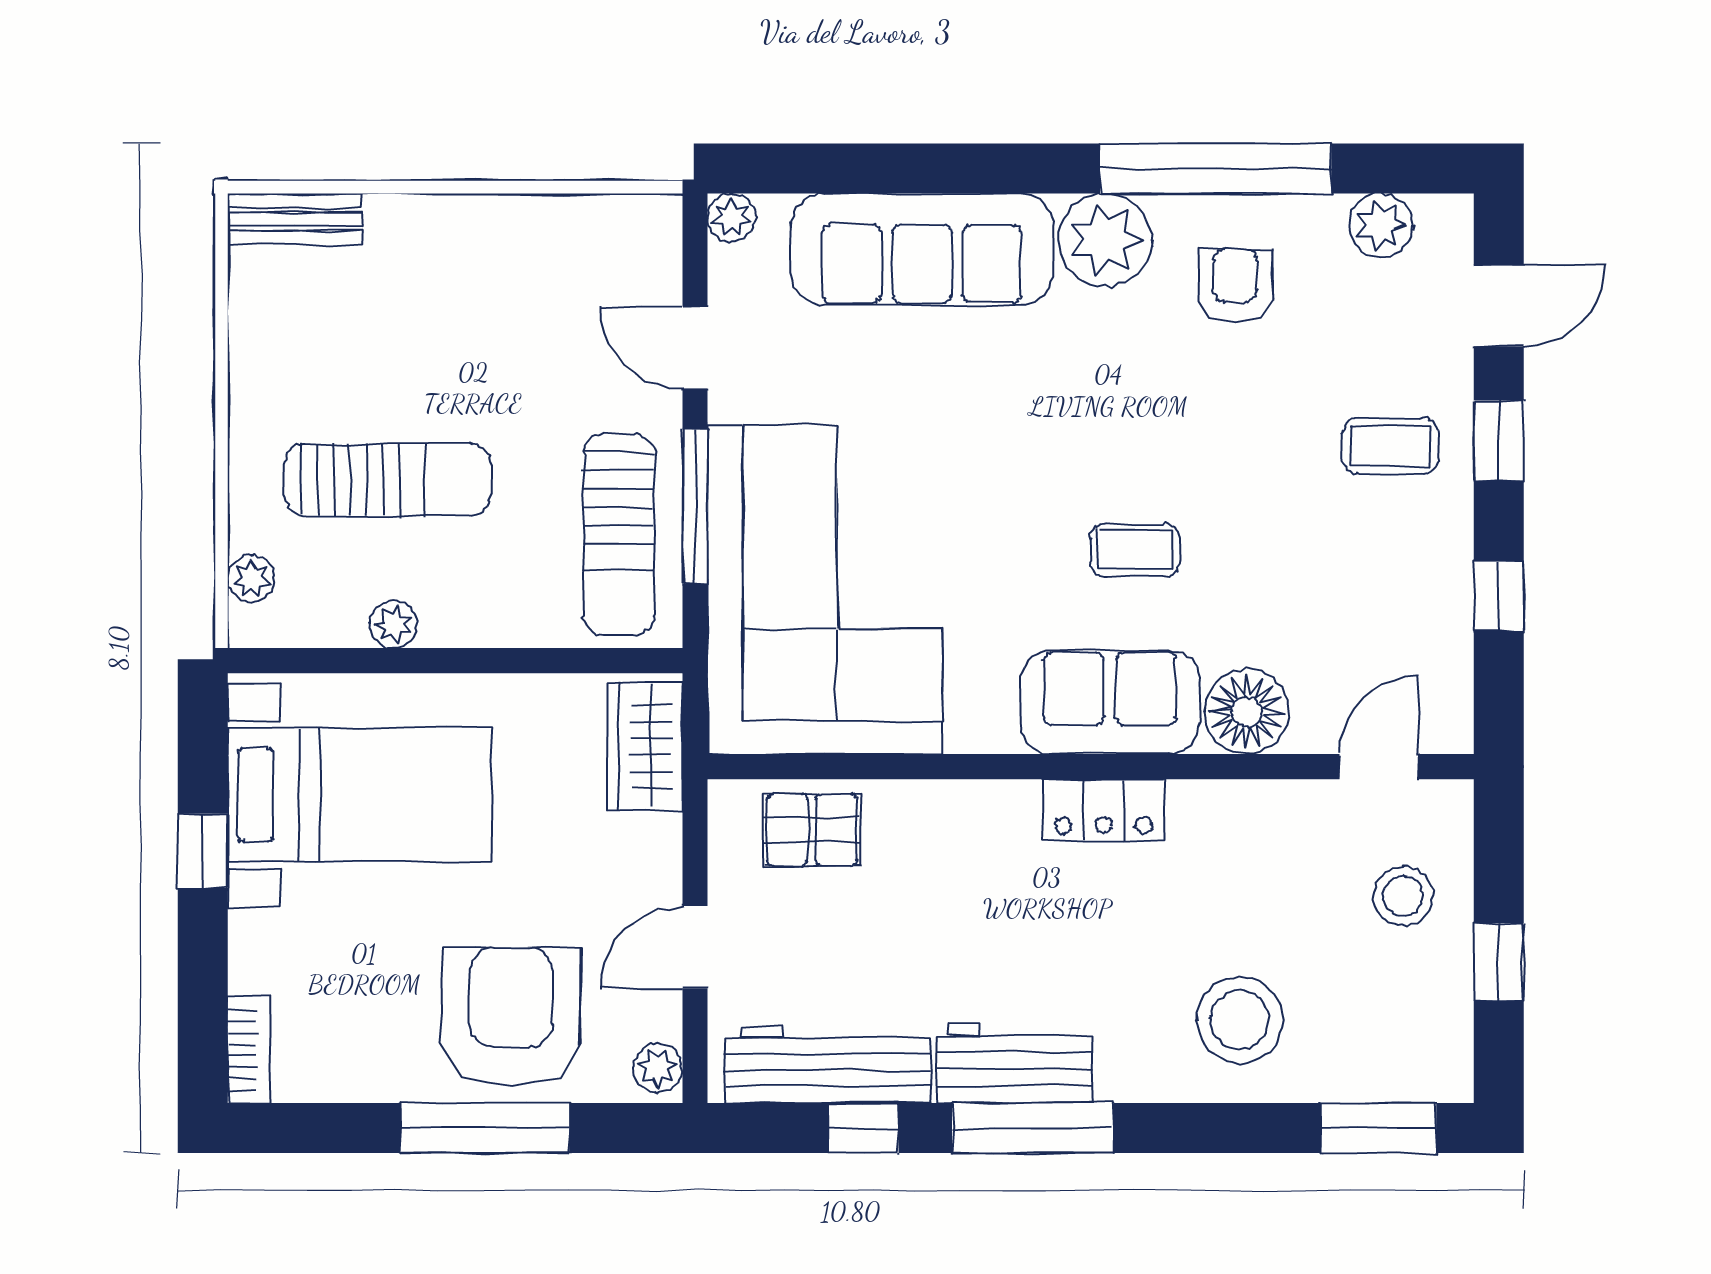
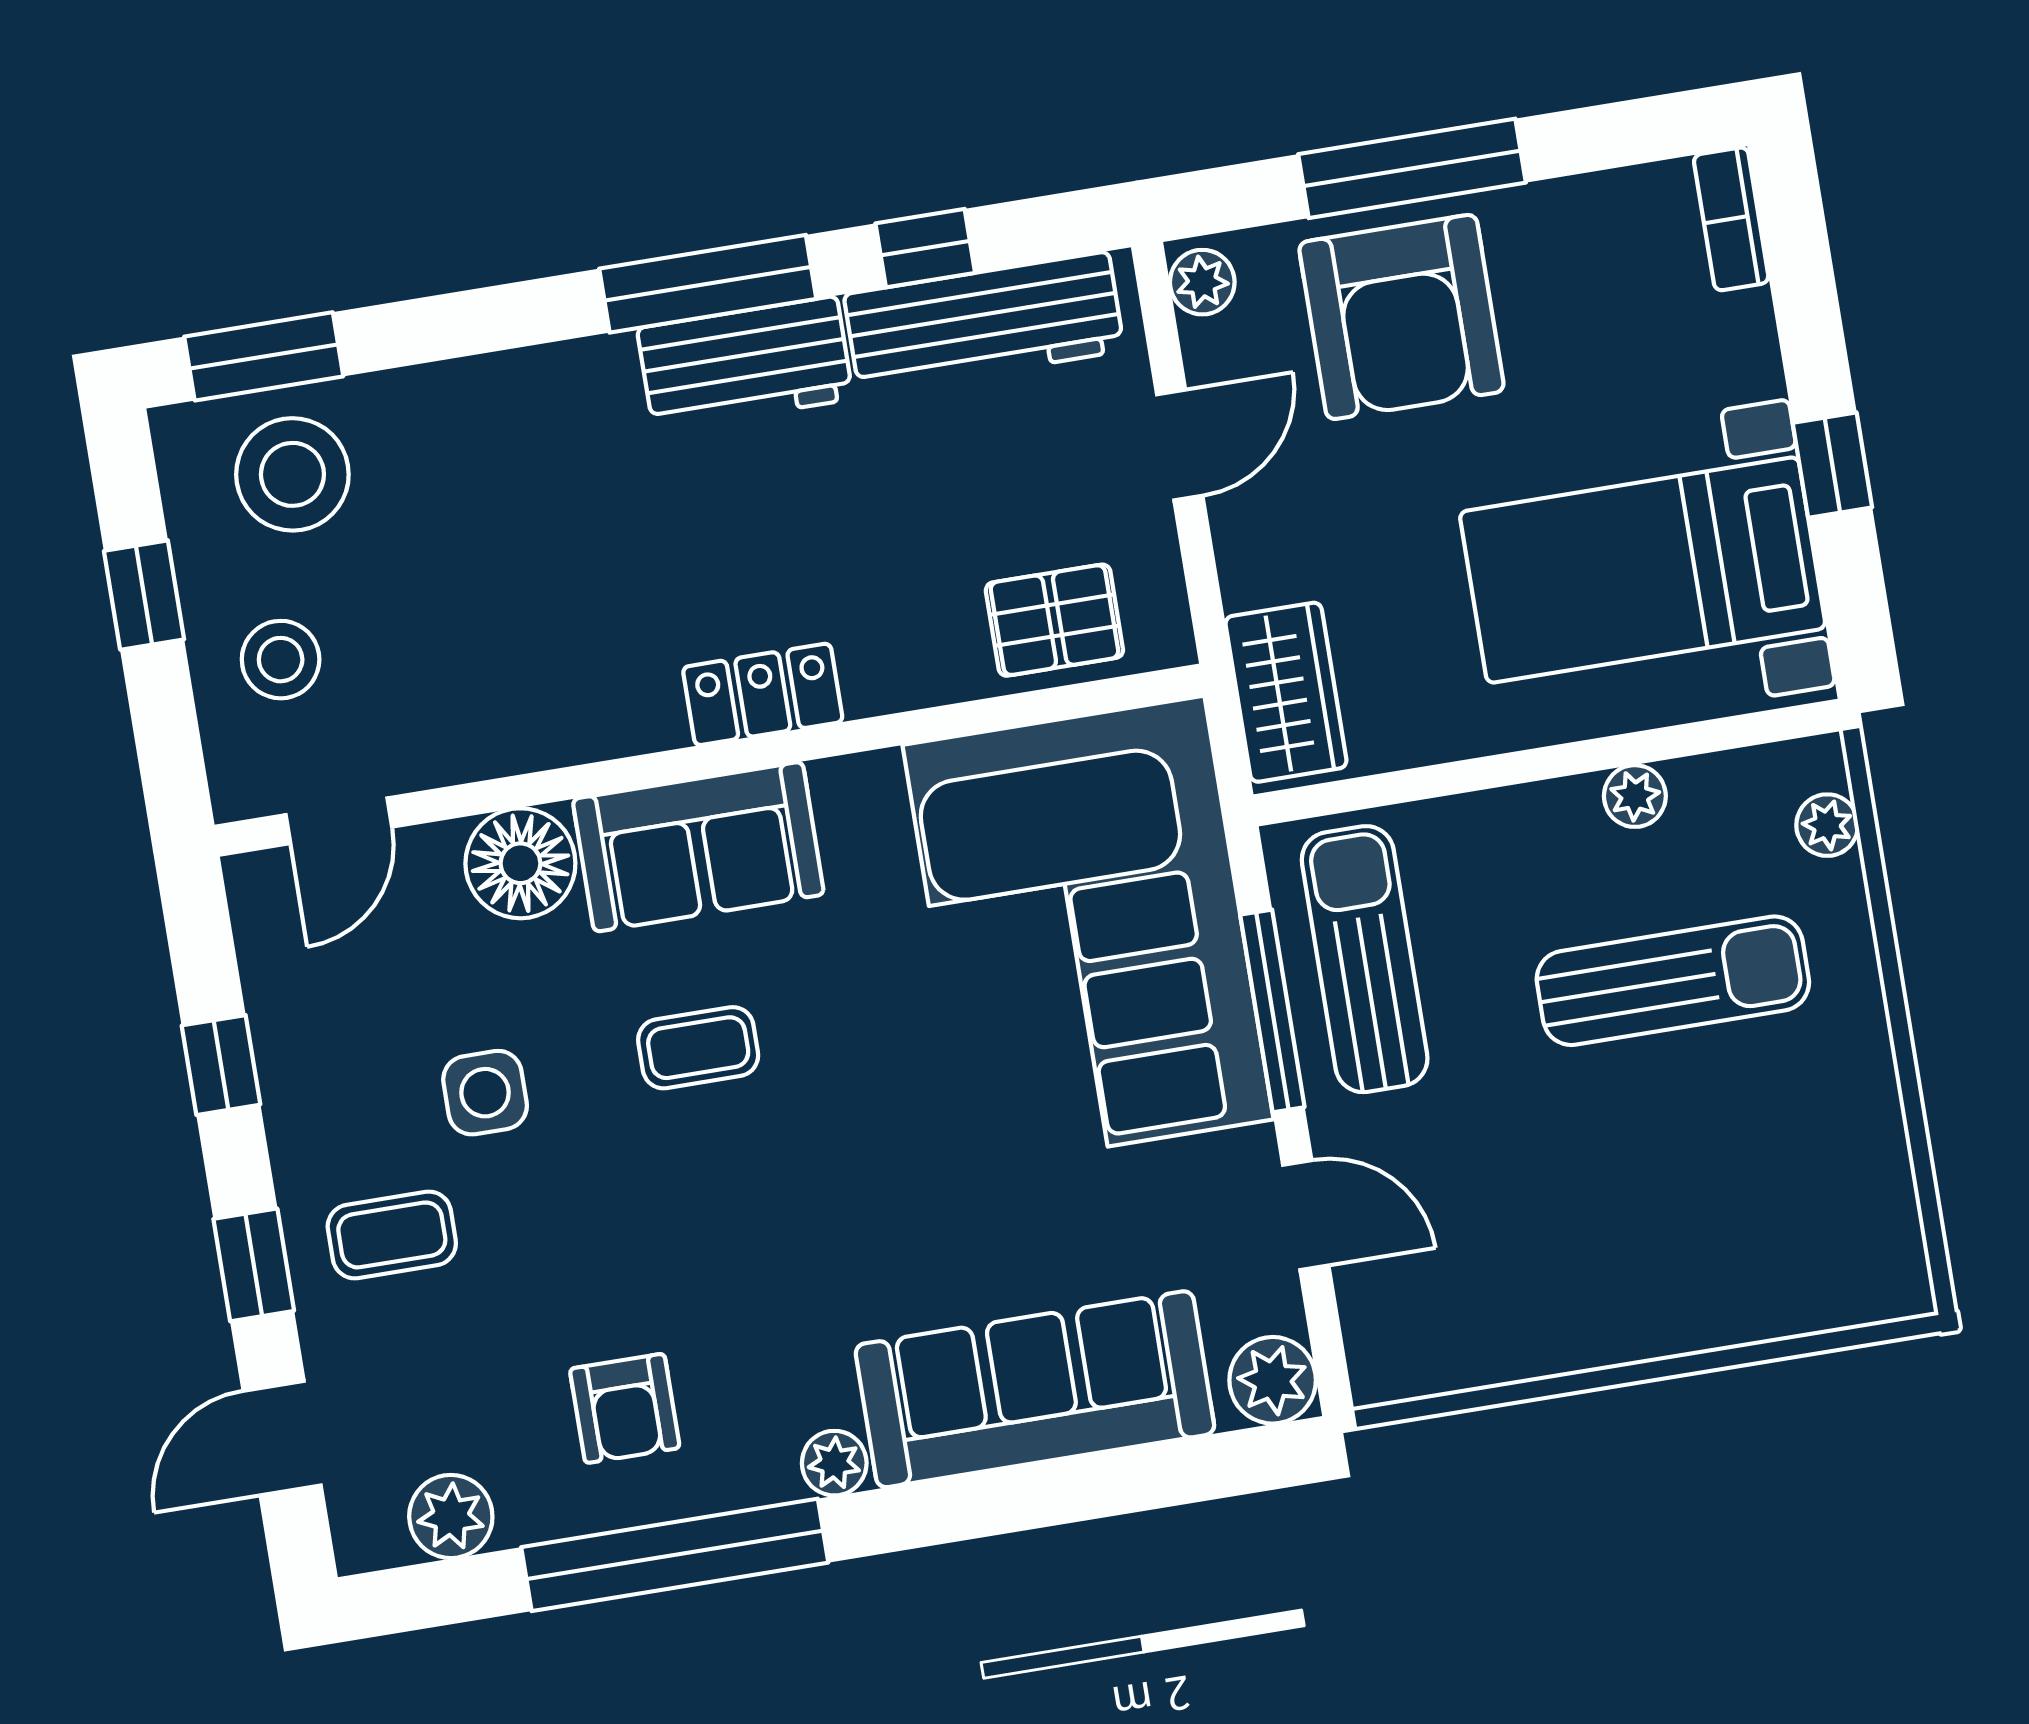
plant: (732, 218) -> (1273, 1380), width x1.38, depth x1.38
bench: (295, 219) -> (1847, 1296), removed
plant: (1105, 240) -> (834, 1463), width x0.53, depth x0.53
sun lounger: (388, 480) -> (1673, 981), turned 180
side table: (1302, 542) -> (485, 1093), added
locker: (1104, 810) -> (763, 694), moved
stool: (1240, 1020) -> (292, 474), moved

